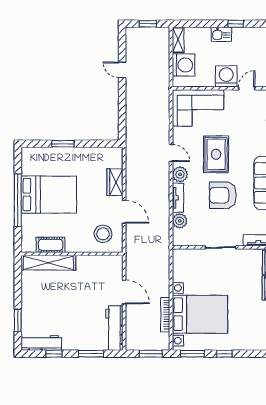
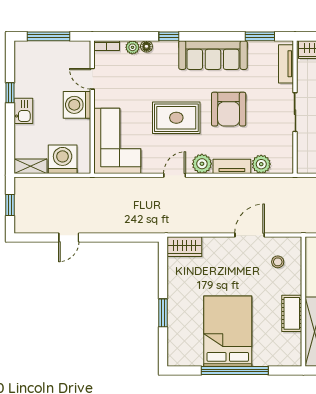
wardrobe: (115, 182) -> (184, 247), moved
stool: (103, 234) -> (278, 262), width x0.53, depth x0.53
cot: (51, 245) -> (292, 313), moved

